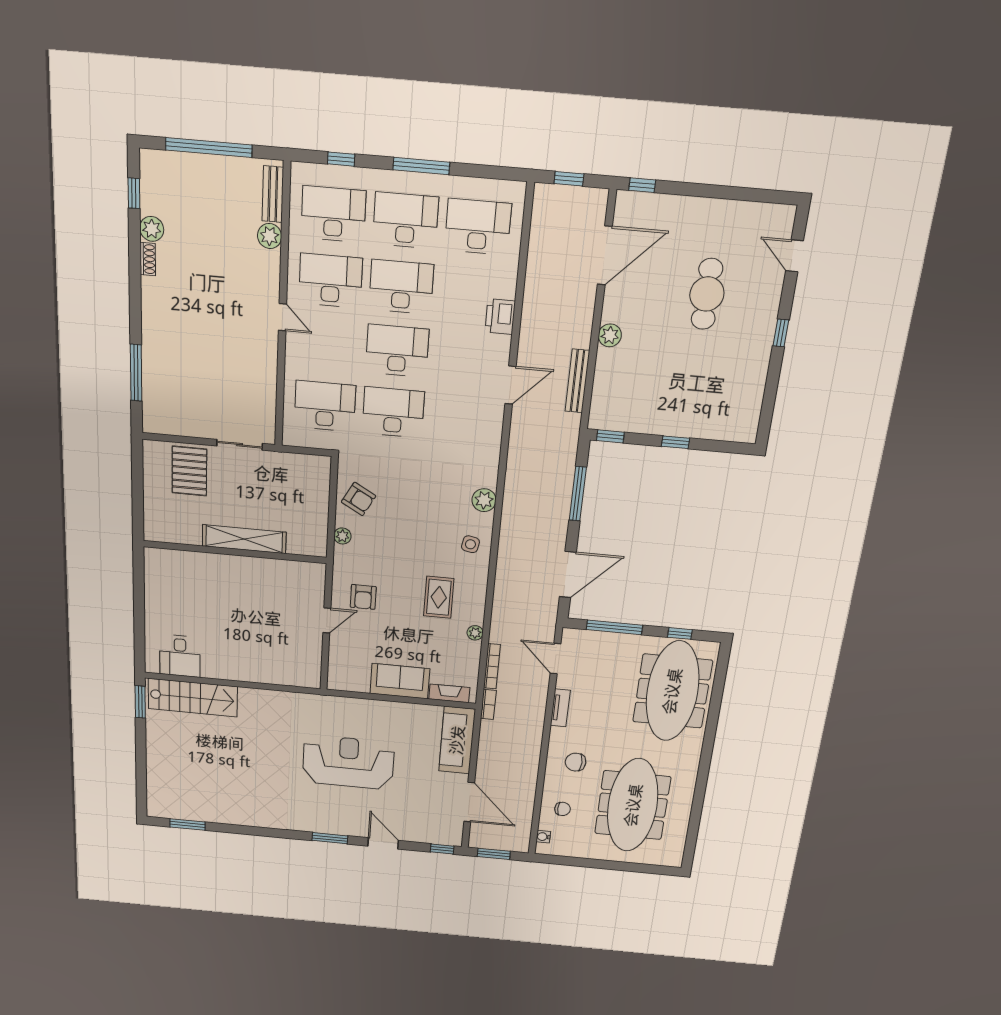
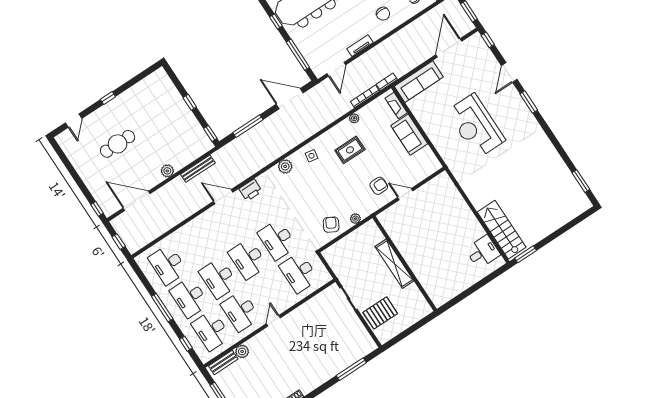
printer: (500, 317) -> (250, 190), moved

